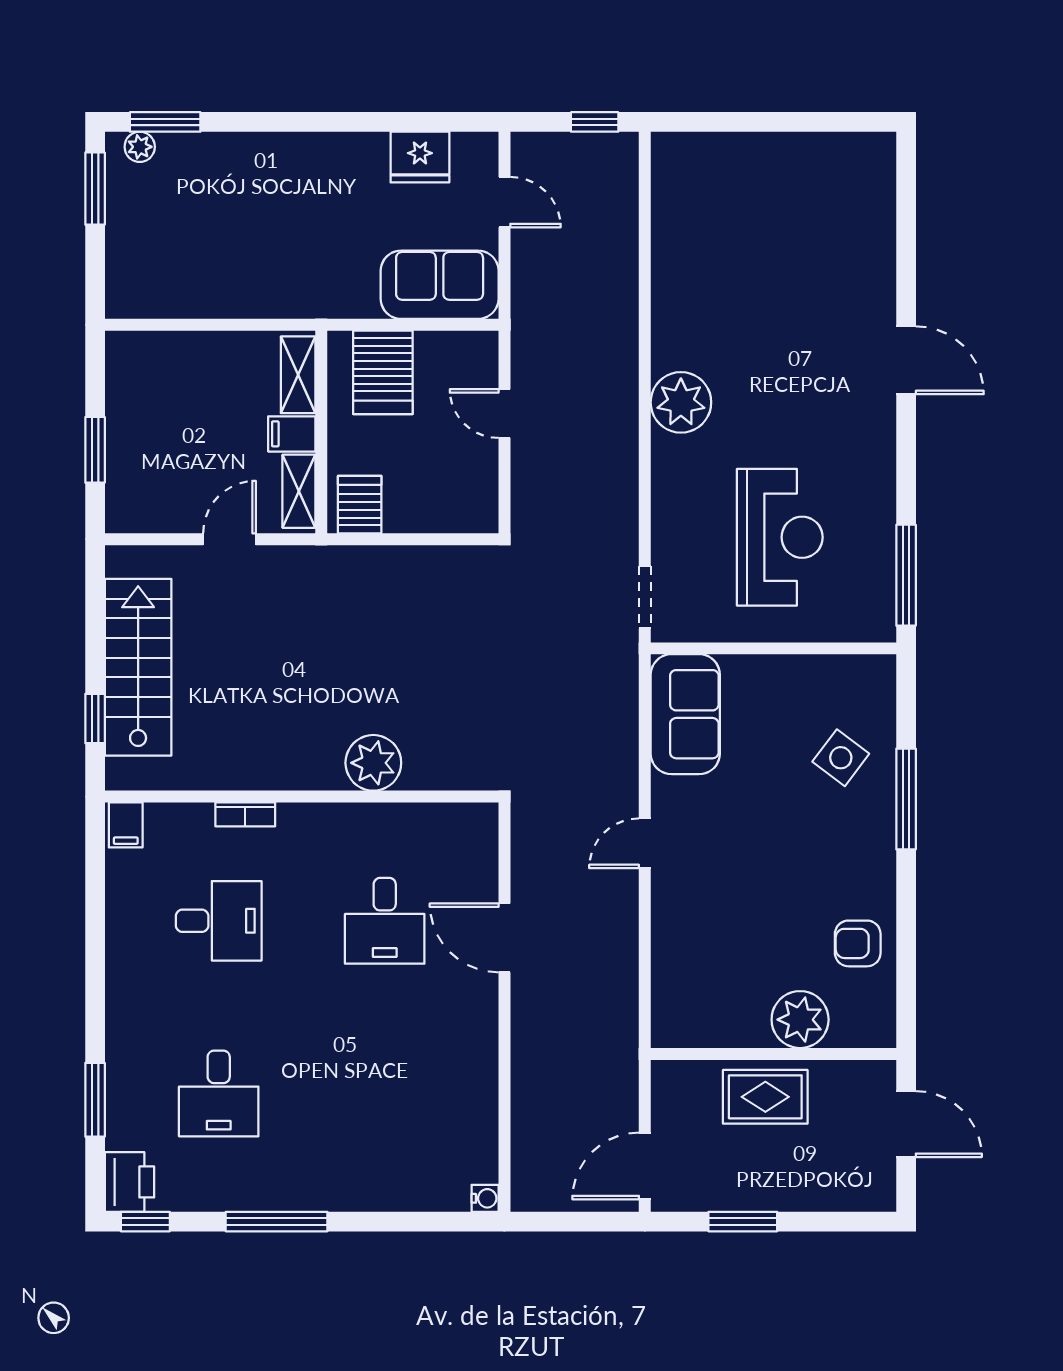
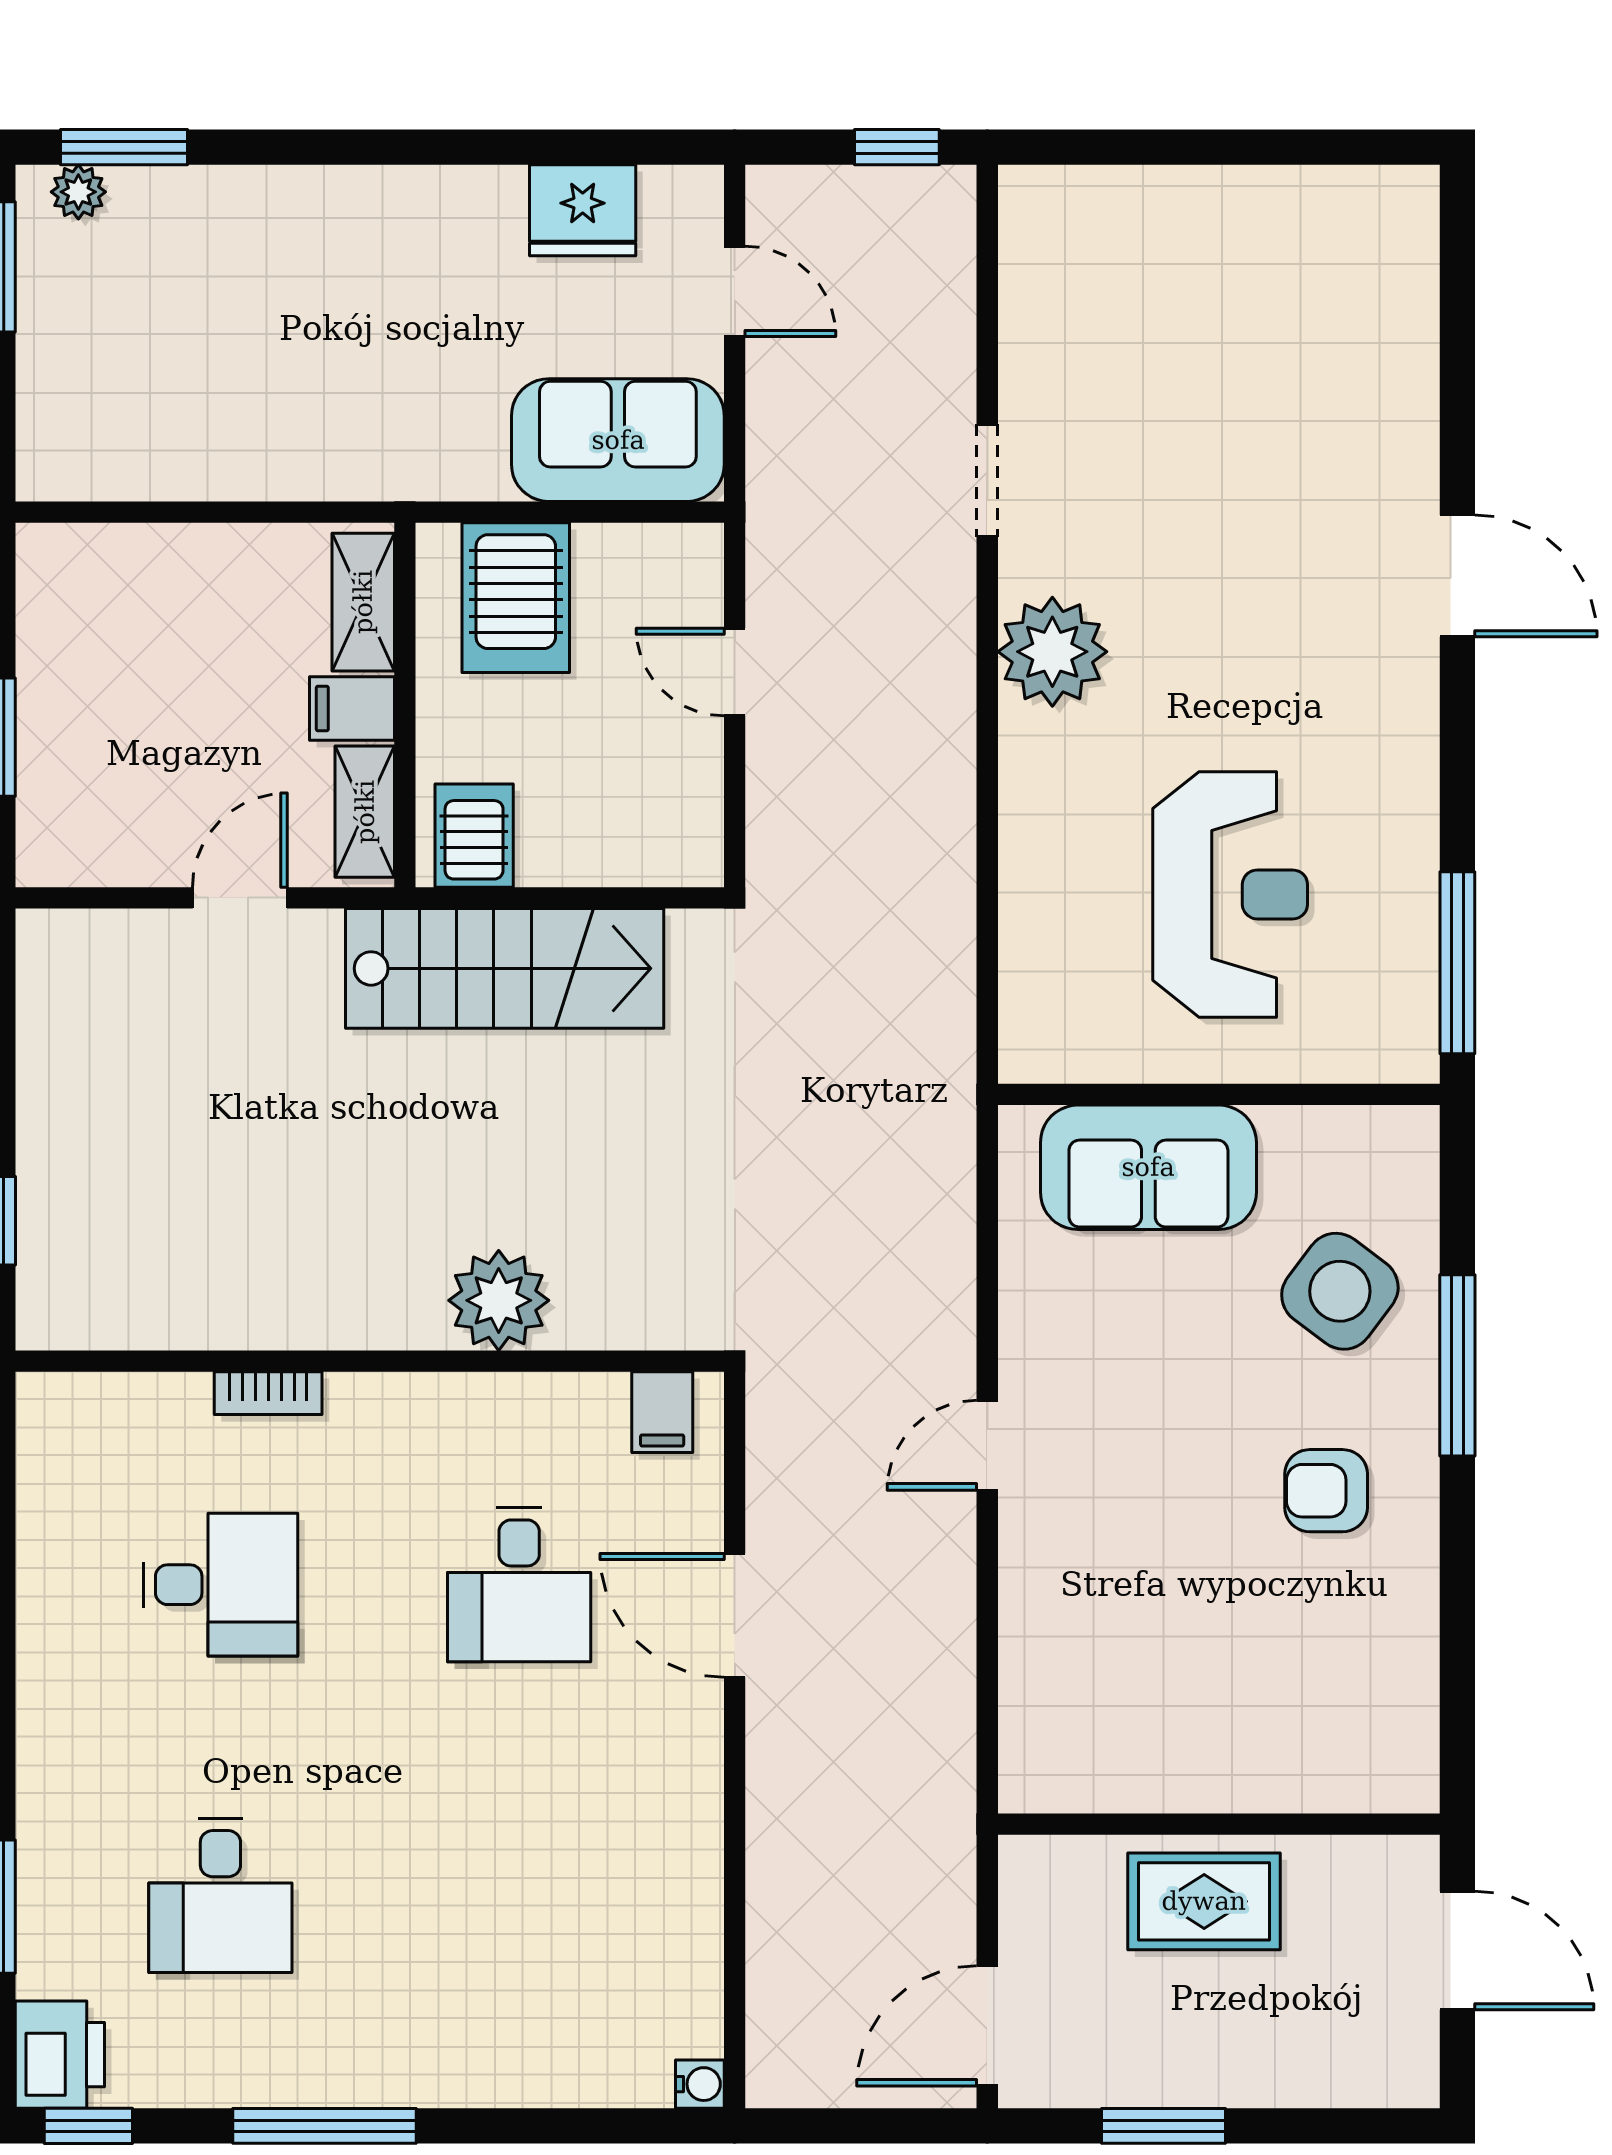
doorway: (645, 597) -> (987, 480), moved
stairs: (138, 667) -> (505, 968), moved, turned 90
sofa: (685, 714) -> (1148, 1167), moved, turned 90
side table: (841, 758) -> (1340, 1291), width x1.37, depth x1.37
filing cabinet: (126, 825) -> (662, 1412), moved
armchair: (858, 943) -> (1326, 1491), moved
plant: (800, 1020) -> (1267, 1762), removed

